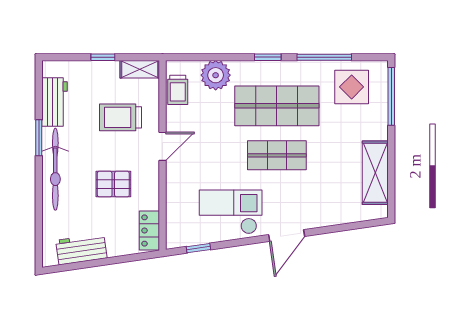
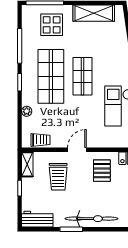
plant: (216, 75) -> (27, 111), width x0.53, depth x0.53
display table: (352, 87) -> (52, 25), moved
workbench: (55, 102) -> (37, 219), moved
door: (163, 146) -> (77, 150), hinge flipped
pallet: (113, 184) -> (102, 171), moved

